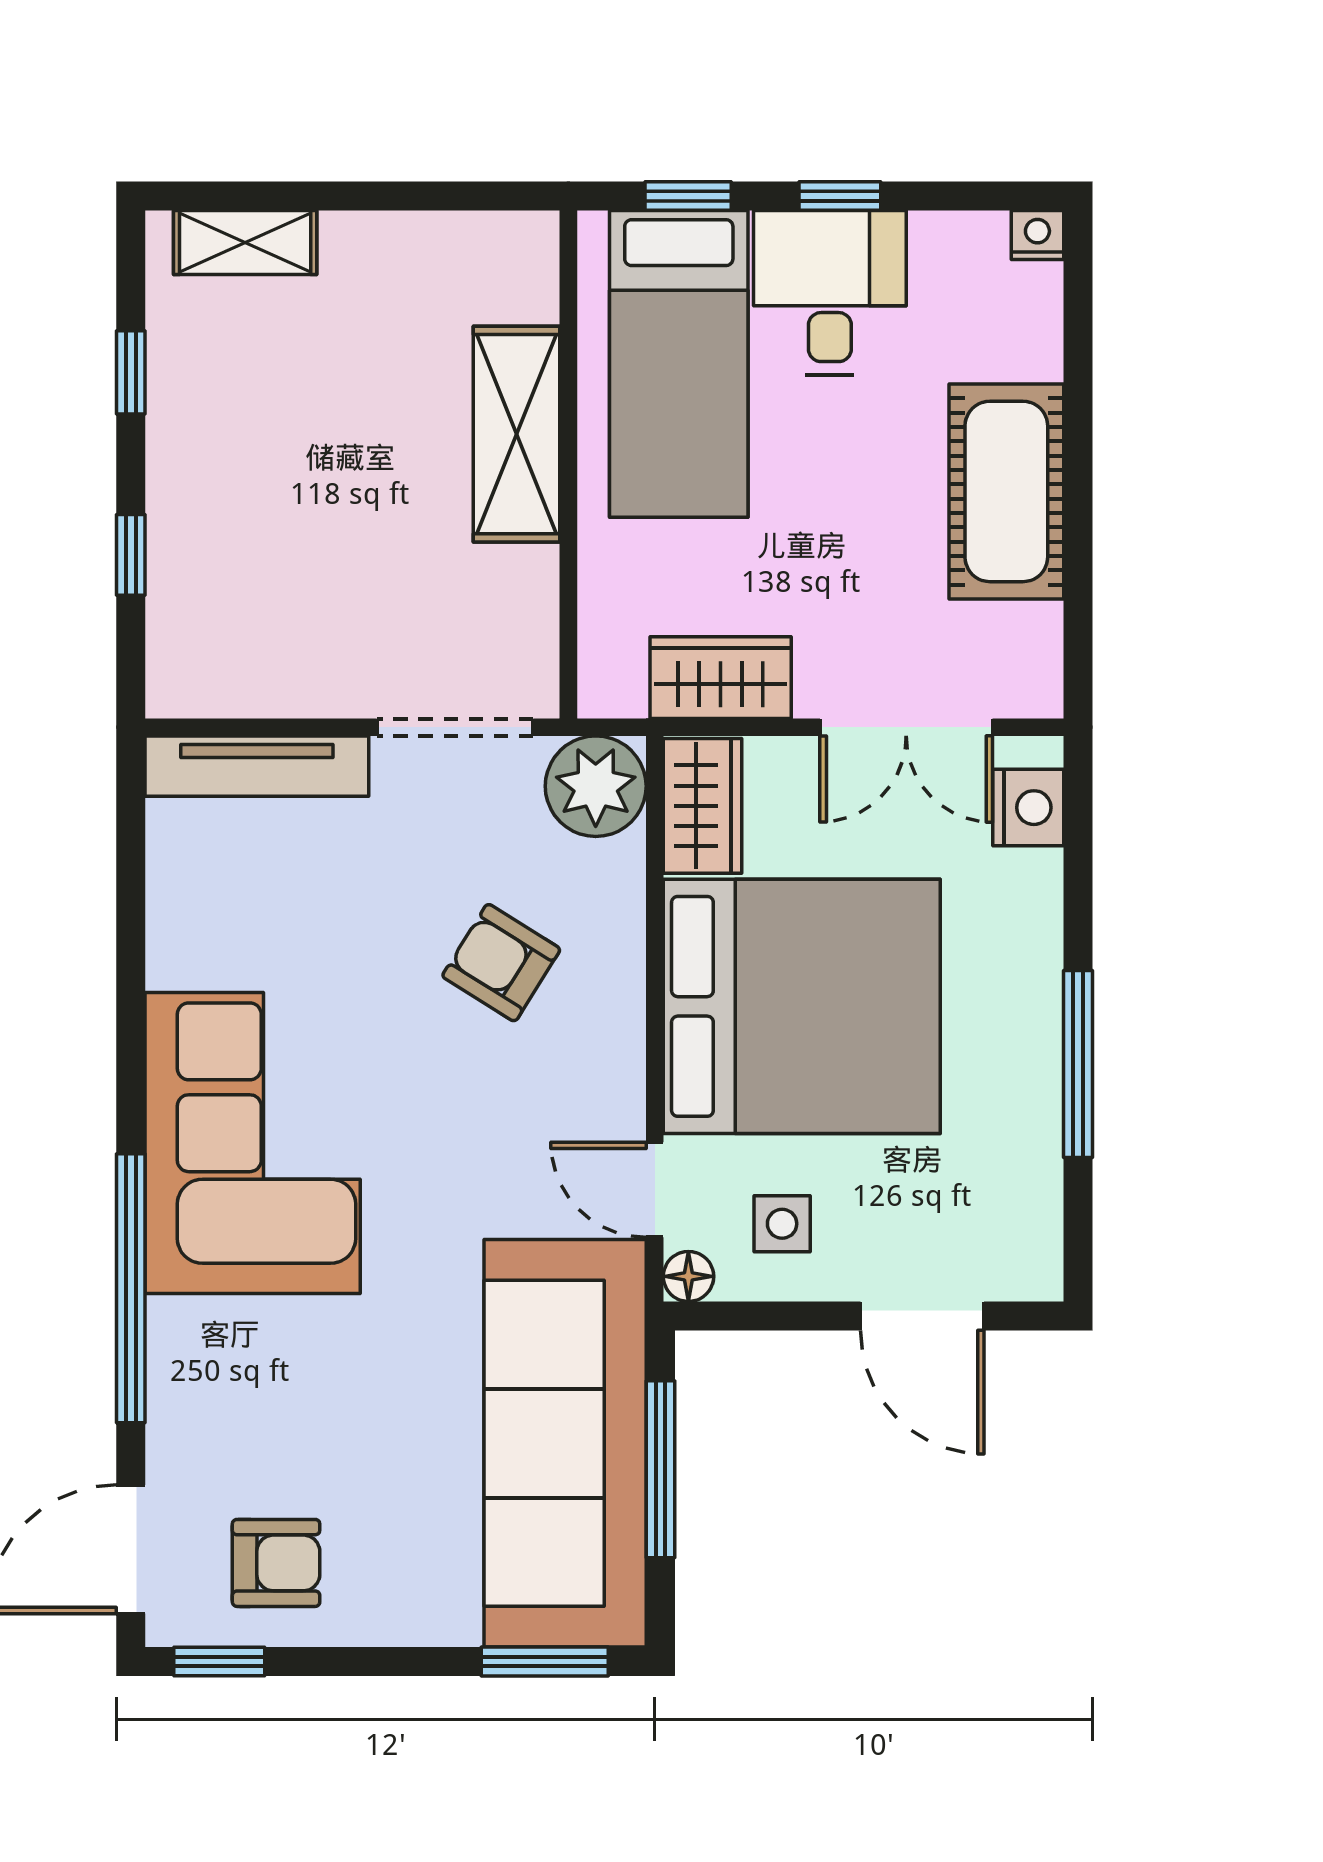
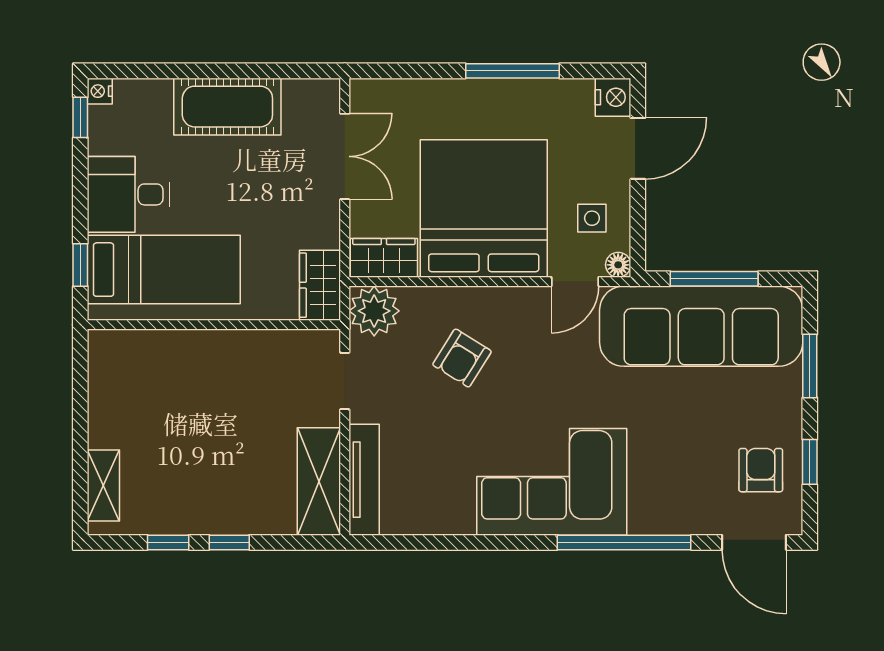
window: (840, 196) -> (80, 117), moved
shelving: (517, 434) -> (319, 481), moved, turned 90
window: (131, 555) -> (229, 542), moved
wardrobe: (721, 678) -> (320, 285), moved
doorway: (455, 727) -> (345, 381), width x0.73
nightstand: (1028, 808) -> (613, 97), moved, turned 90
window: (219, 1661) -> (810, 462), moved
window: (545, 1661) -> (810, 366), moved

